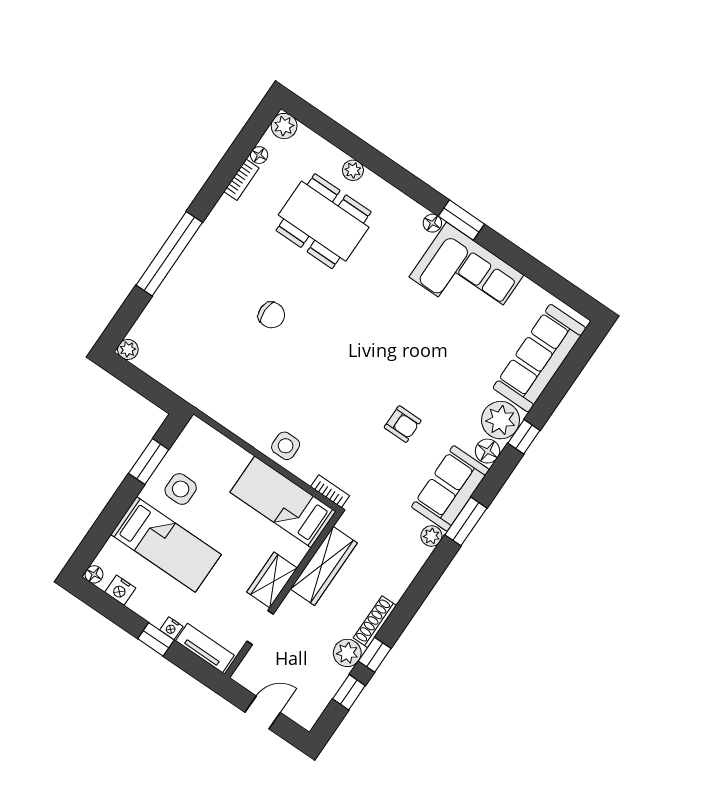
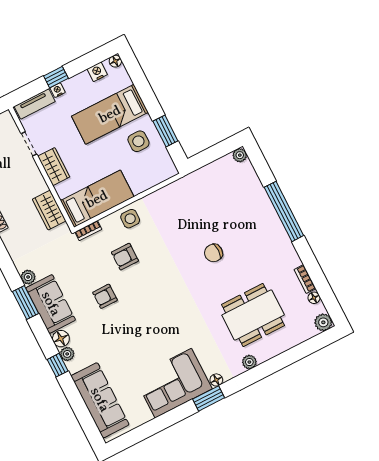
plant: (353, 170) -> (249, 362), moved
plant: (501, 420) -> (67, 354), width x0.53, depth x0.53
armchair: (338, 426) -> (125, 257), added
wardrobe: (324, 566) -> (49, 210), width x0.67

